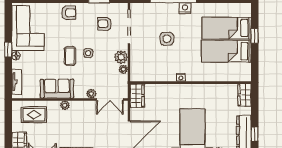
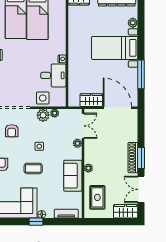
side table: (167, 39) -> (43, 98), moved
coffee table: (70, 56) -> (33, 168), moved
desk: (163, 68) -> (53, 75), added
wardrobe: (137, 96) -> (91, 100), moved

